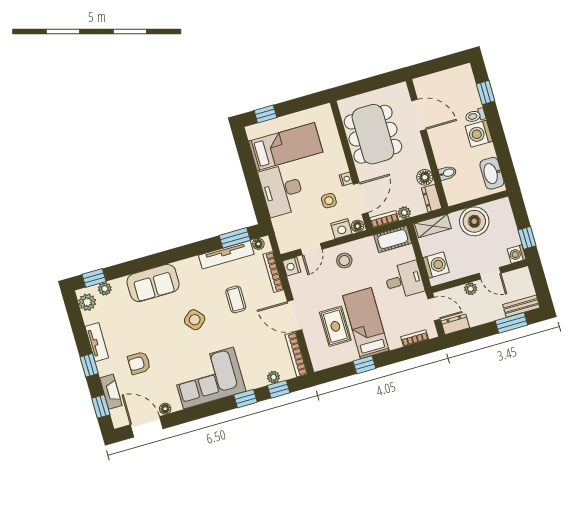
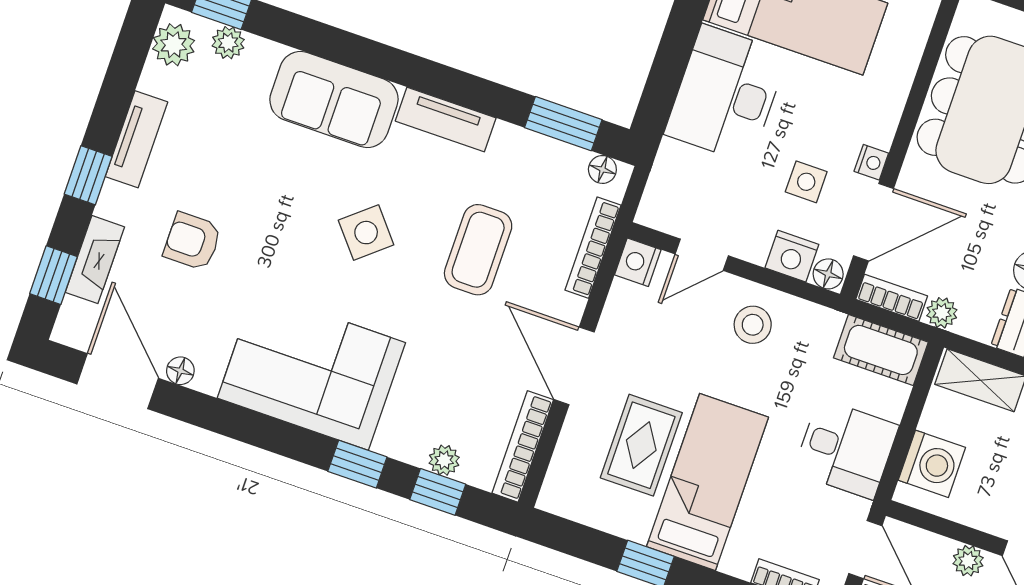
tv unit: (226, 255) -> (446, 119), moved, width x0.71
coffee table: (236, 299) -> (478, 250), width x1.36, depth x1.30

